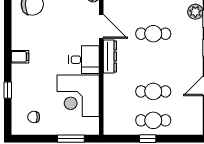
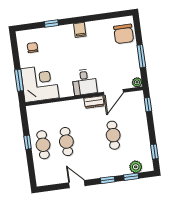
dresser: (110, 57) -> (94, 102), width x0.70
corner desk: (78, 96) -> (40, 83), moved, turned 90

